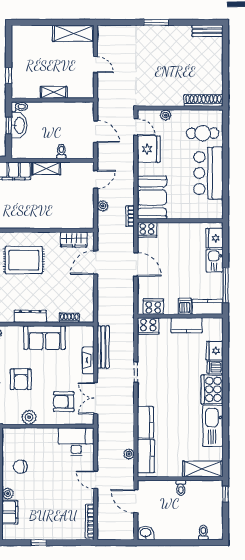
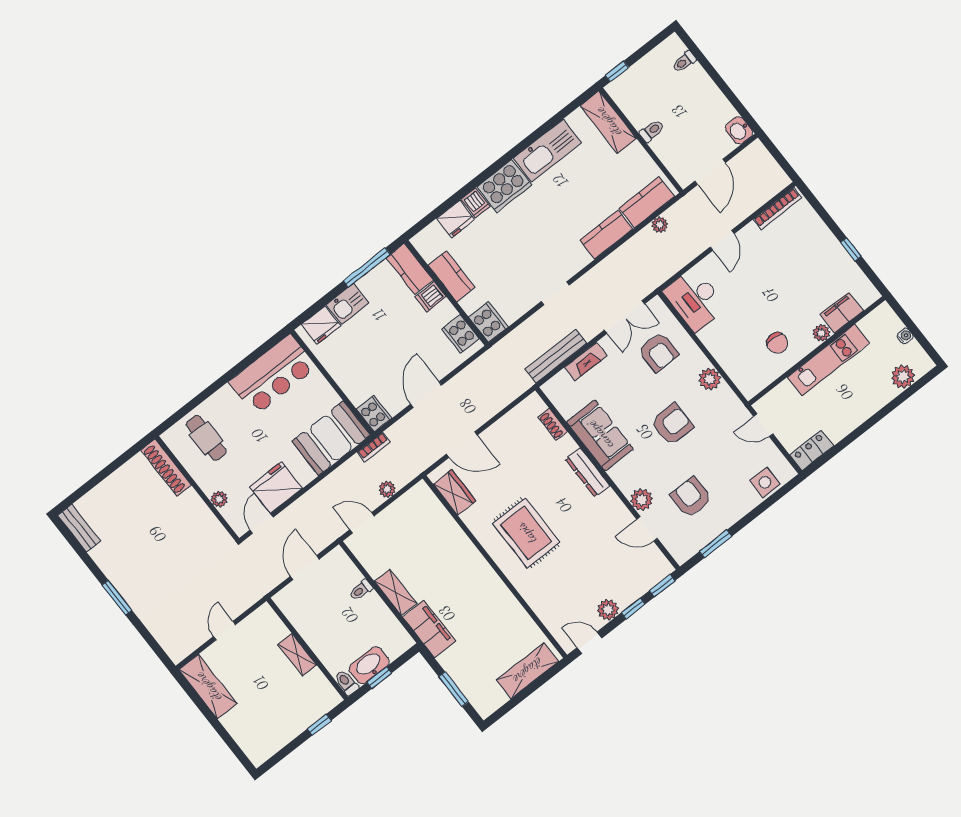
bar counter: (208, 173) -> (273, 375), moved

